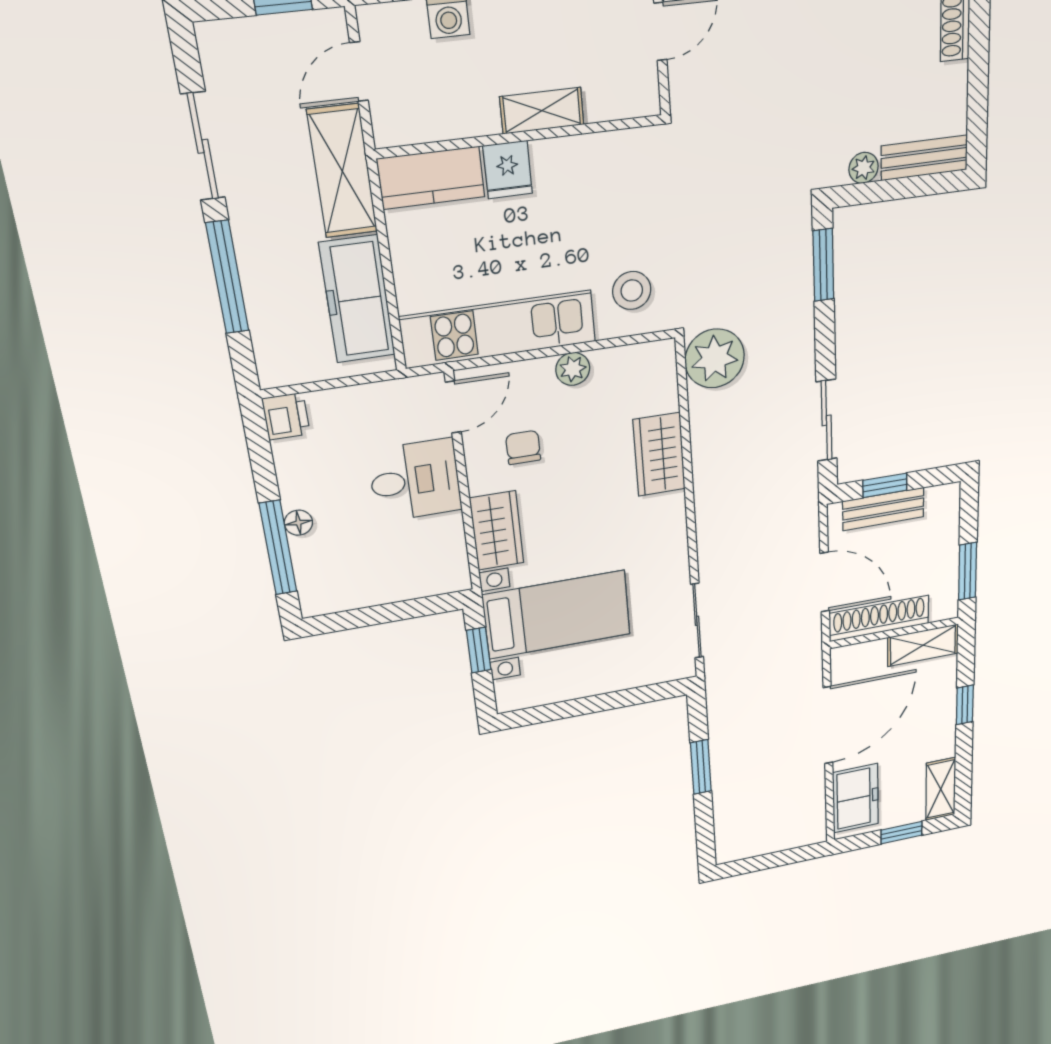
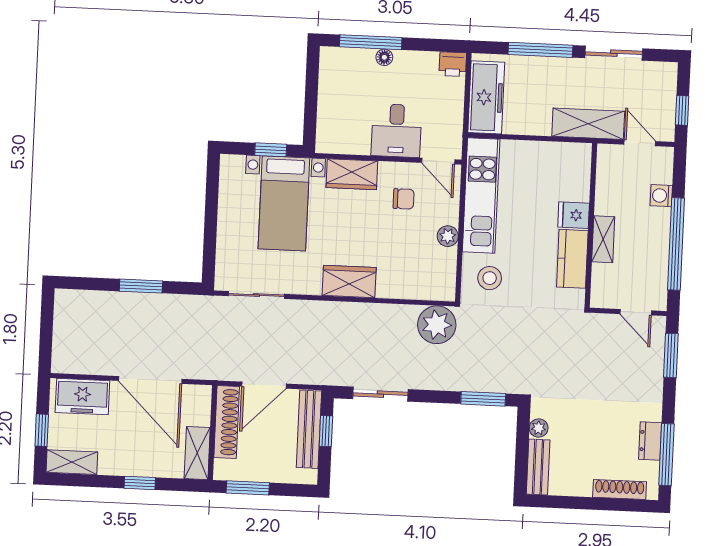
kitchen counter: (431, 178) -> (572, 259), moved
freezer: (357, 299) -> (486, 97), moved, turned 90
wardrobe: (659, 454) -> (349, 281), moved
bench: (883, 509) -> (309, 429), width x1.36

